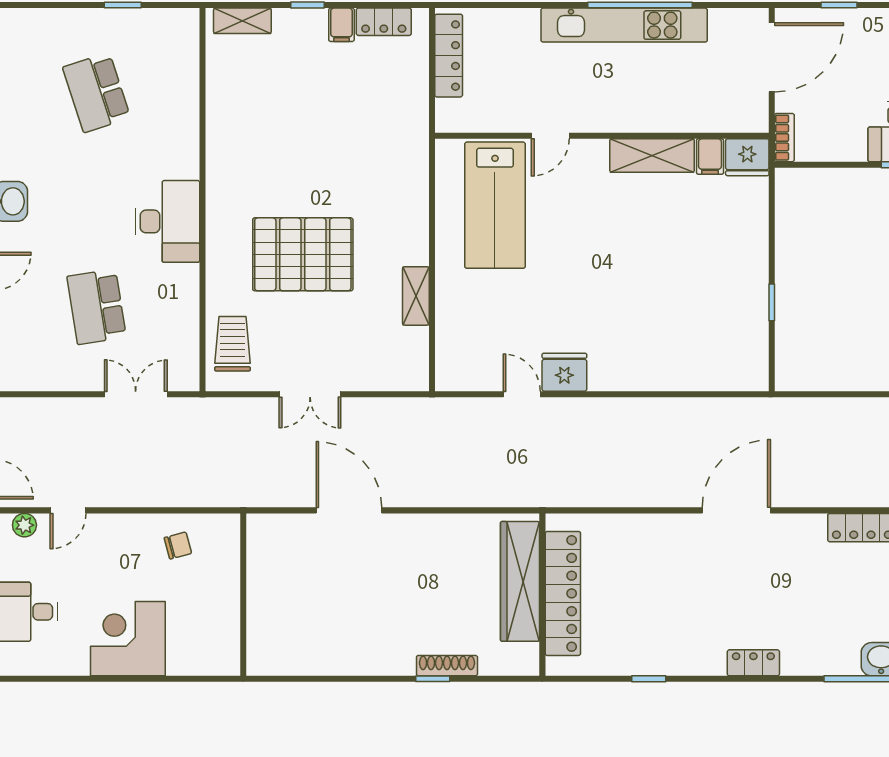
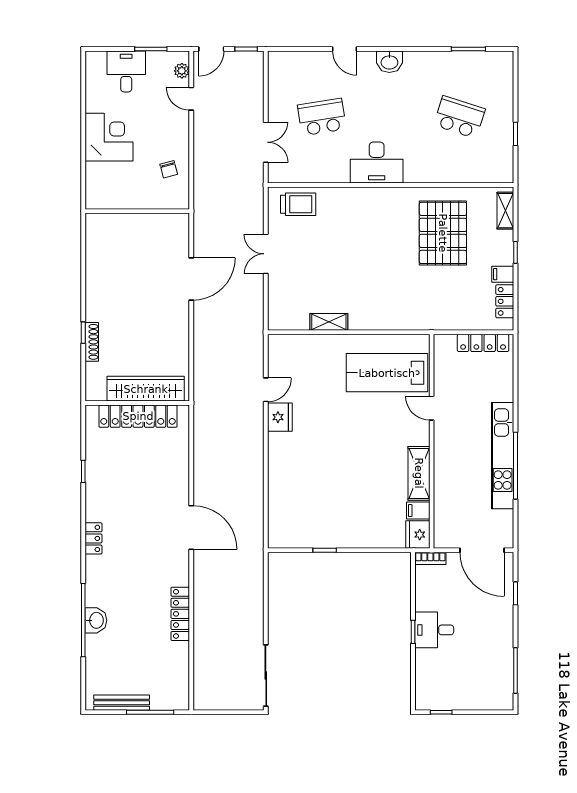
school desk: (97, 92) -> (459, 117), turned 36
pallet: (303, 254) -> (443, 233), moved

